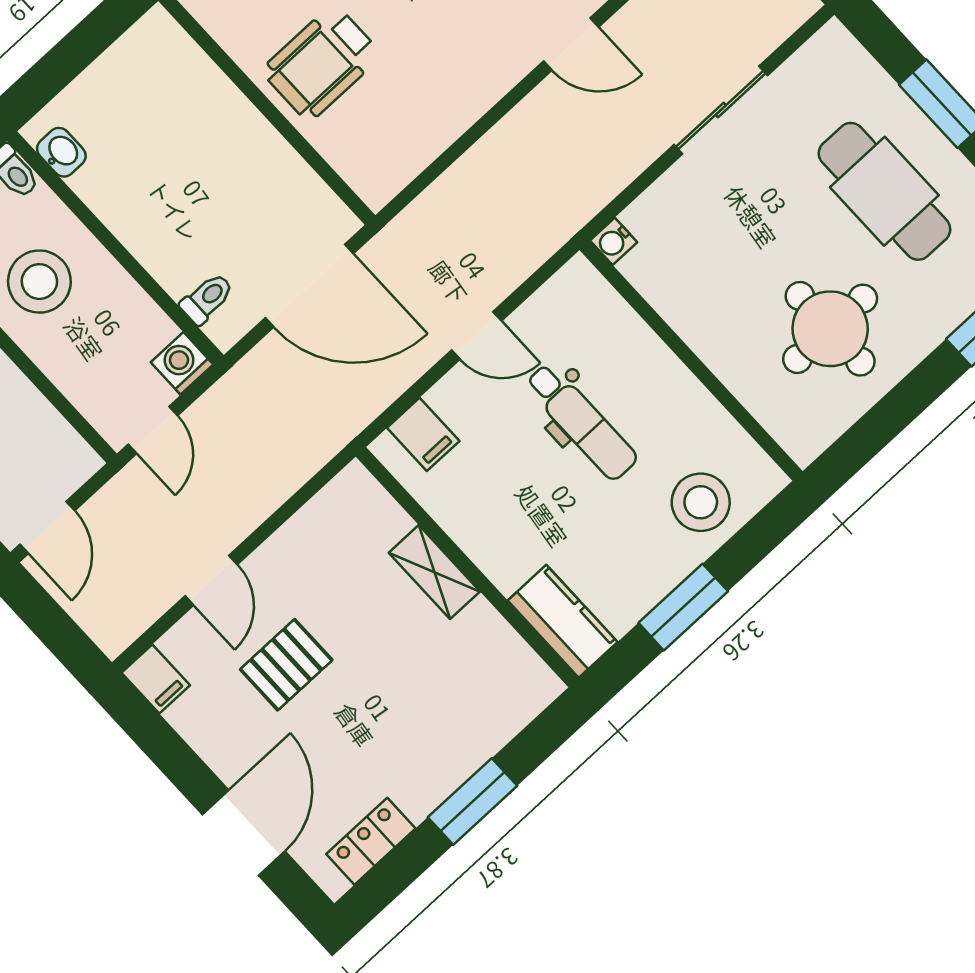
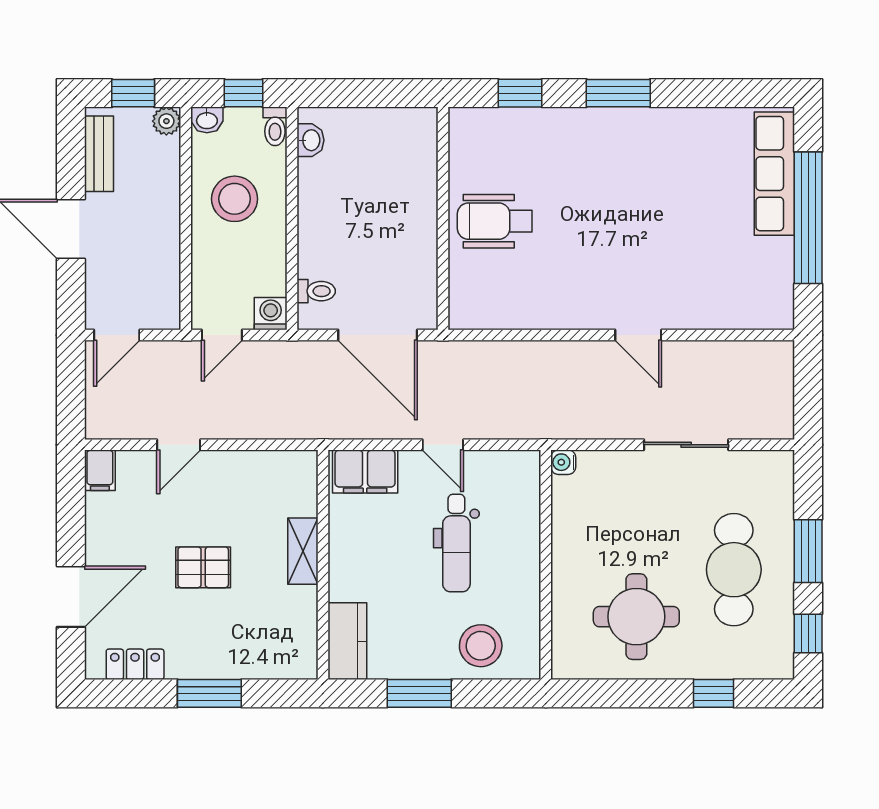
filing cabinet: (423, 434) -> (365, 471), width x2.00
pallet: (286, 665) -> (203, 567), moved

